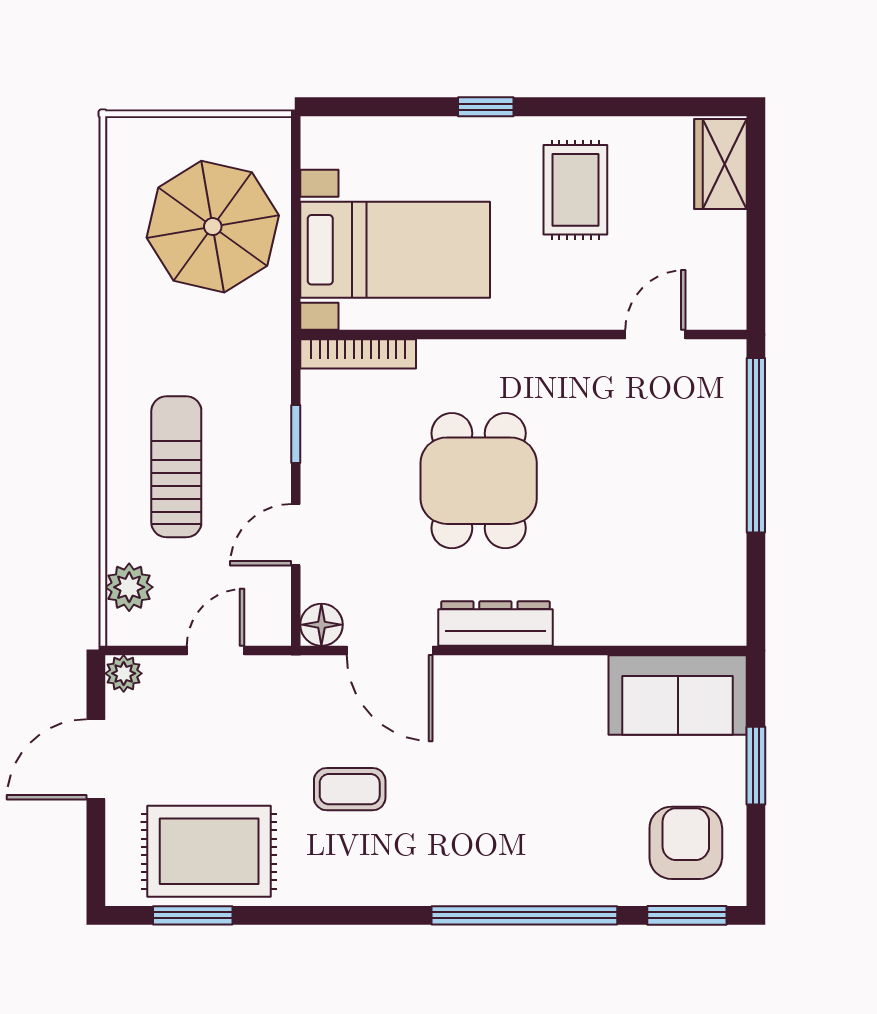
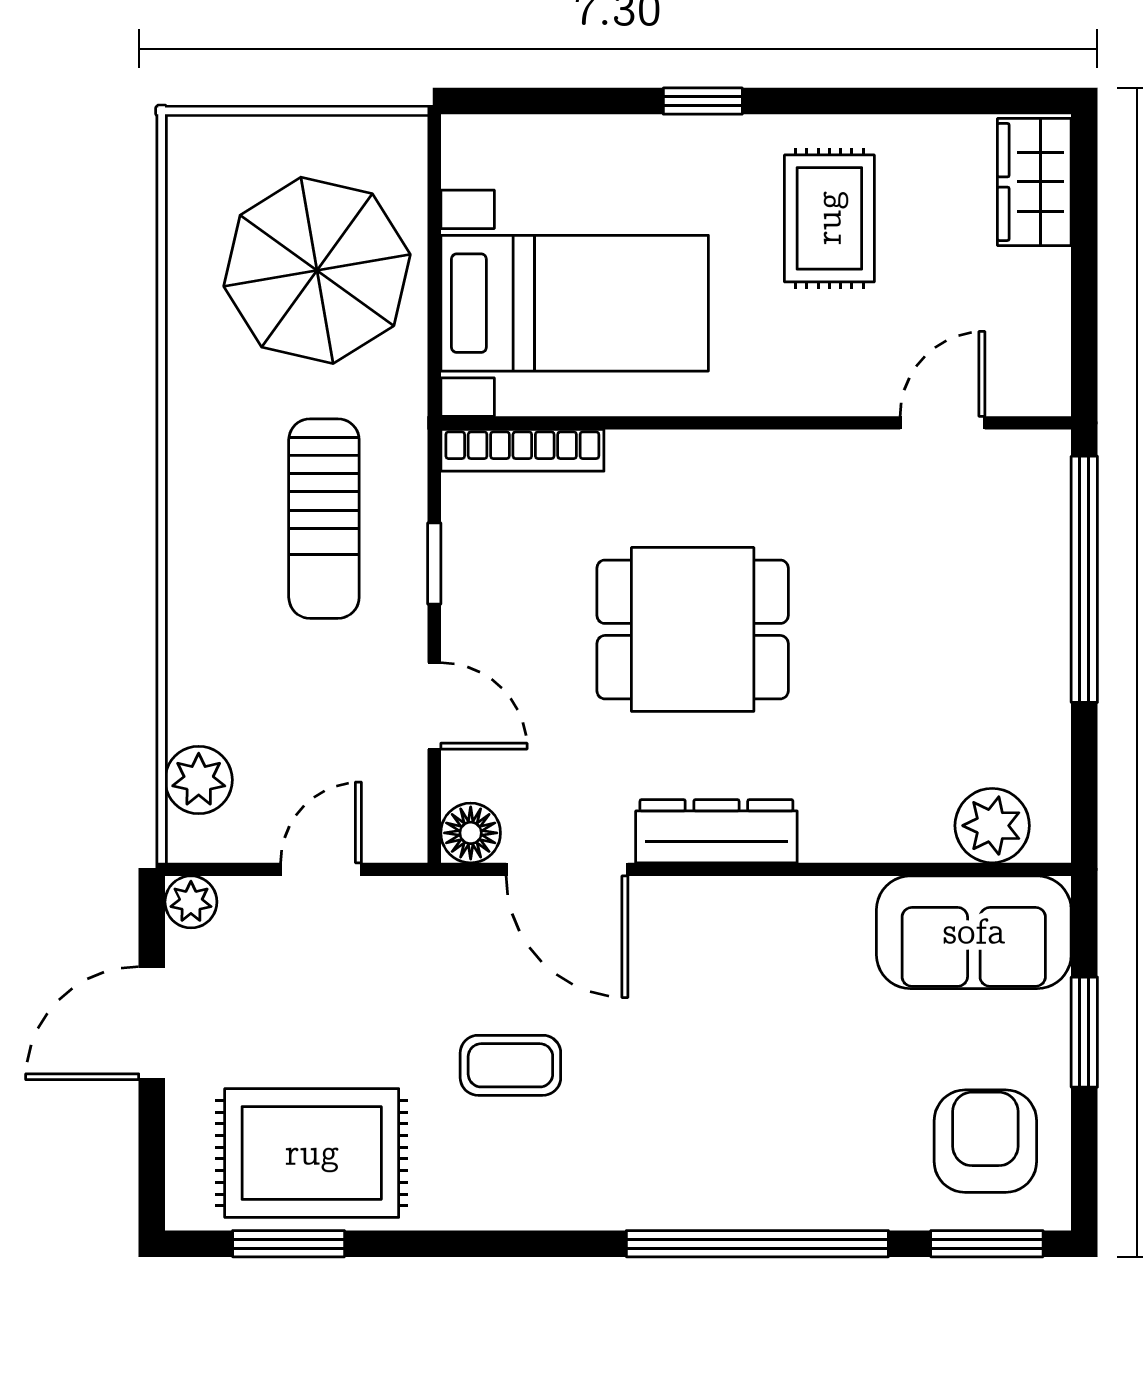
sun lounger: (176, 467) -> (324, 519), moved, turned 180
dining table: (479, 481) -> (693, 629), turned 90
door: (296, 535) -> (434, 706), swing flipped
plant: (691, 619) -> (992, 826), added

